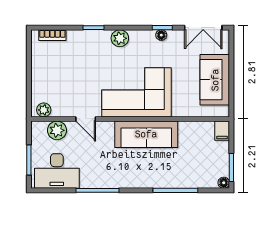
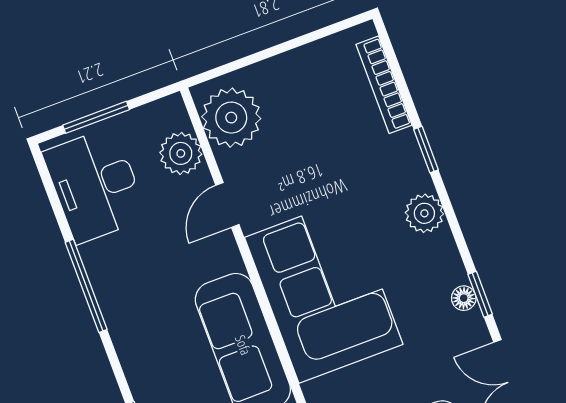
bookcase: (52, 35) -> (384, 85), width x1.56
plant: (44, 110) -> (231, 118), width x1.87, depth x1.87

